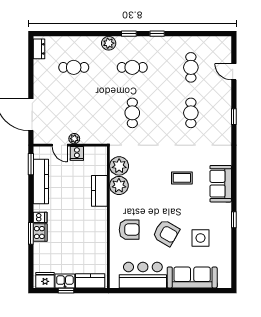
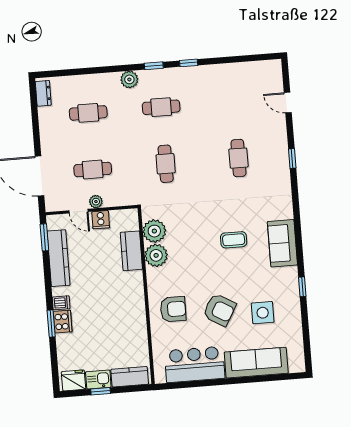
cafe table: (191, 67) -> (93, 169), moved, turned 90
kitchen counter: (99, 191) -> (131, 251), moved

